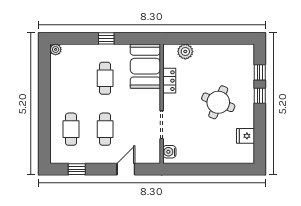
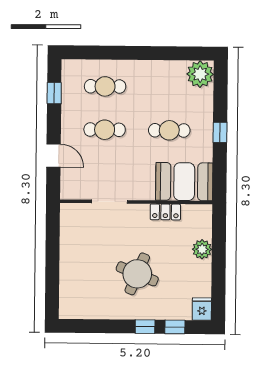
plant: (56, 49) -> (200, 74), width x1.87, depth x1.87
plant: (185, 52) -> (202, 249), moved
fridge: (245, 136) -> (202, 309), moved
water cooler: (169, 152) -> (75, 211), removed

